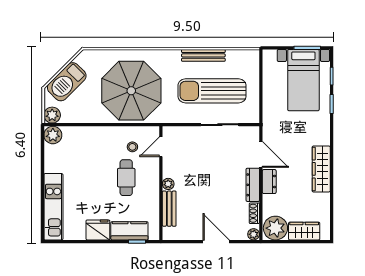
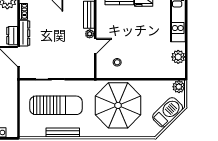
plant: (53, 135) -> (178, 57), moved
door: (161, 147) -> (95, 46), moved
cafe table: (126, 178) -> (122, 39), removed

